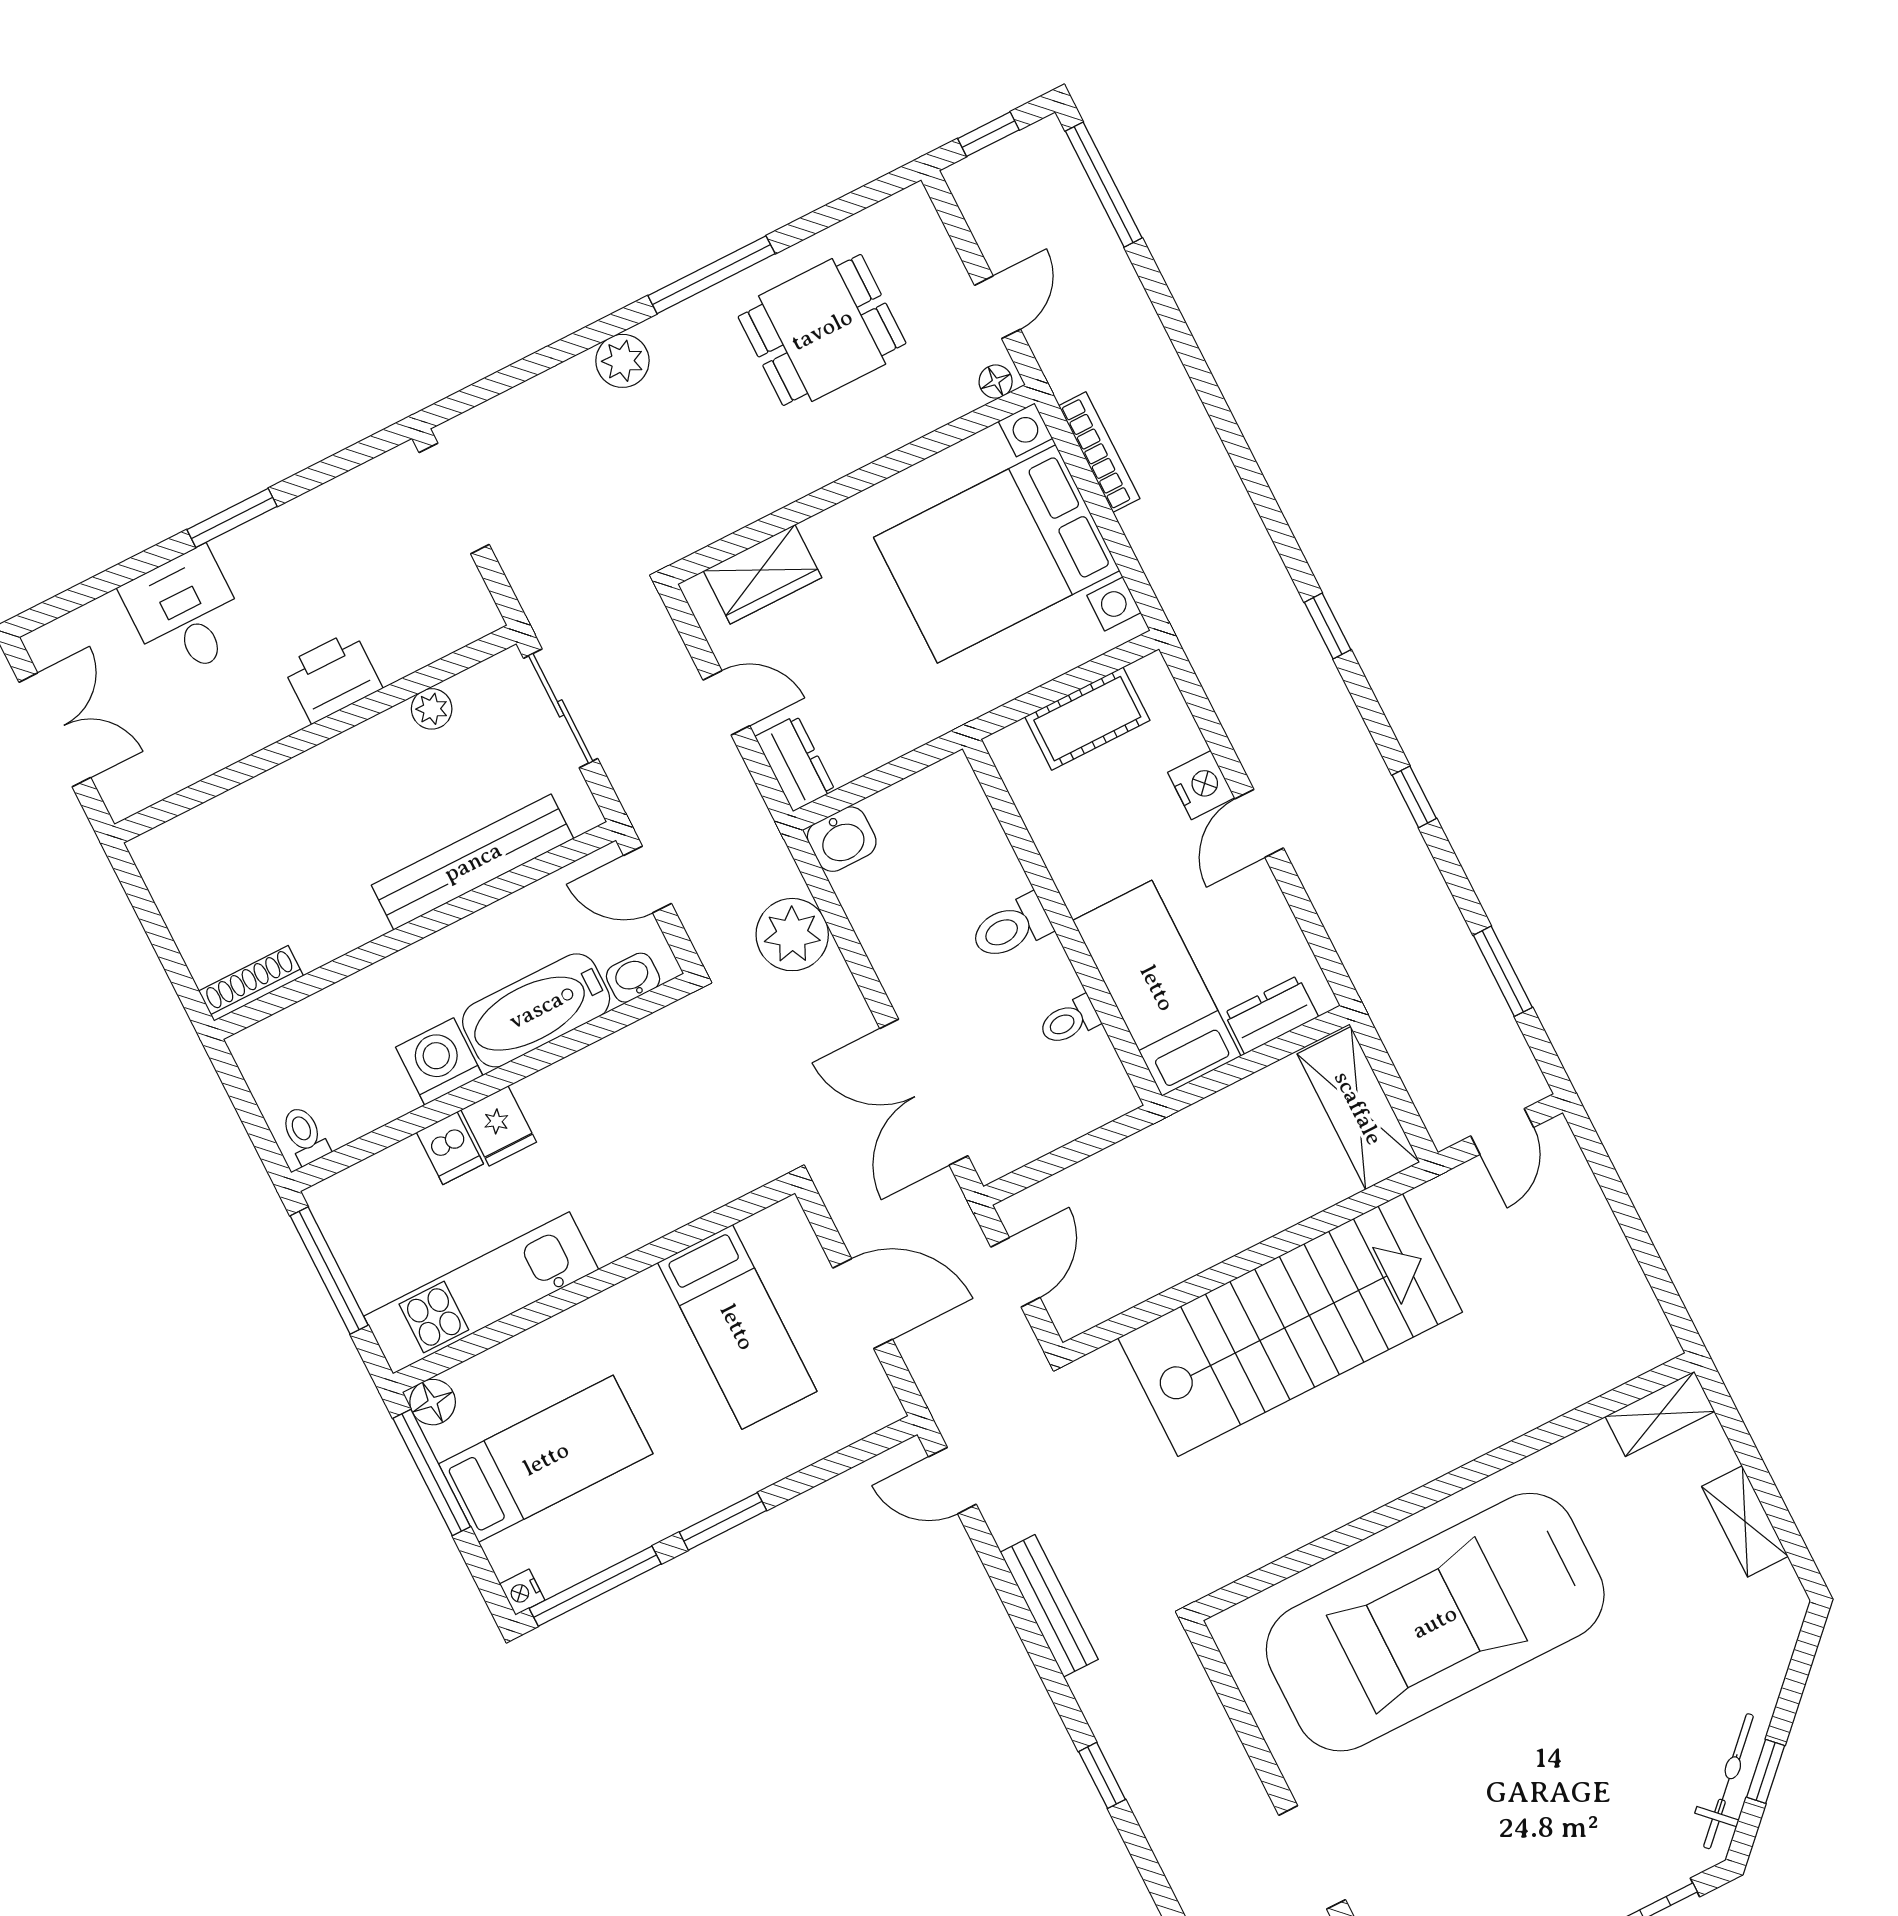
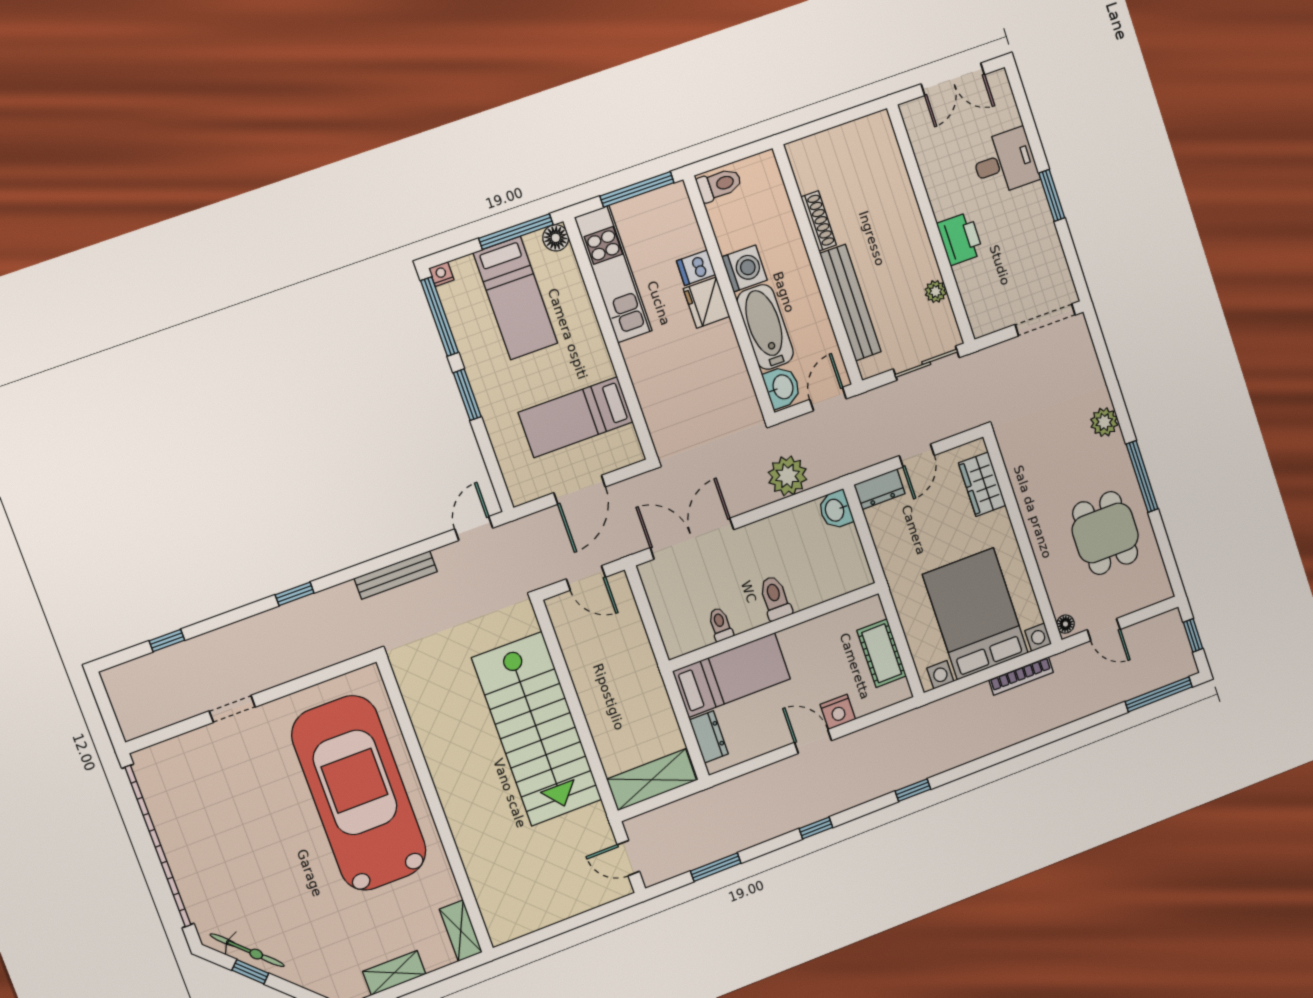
washbasin: (633, 978) -> (782, 387), width x1.38, depth x1.45
shoe rack: (251, 983) -> (819, 221), moved
fridge: (499, 1126) -> (707, 303), width x1.38
toilet: (305, 1135) -> (719, 185), width x1.37, depth x1.39
doorway: (1312, 1857) -> (232, 709), width x0.73

